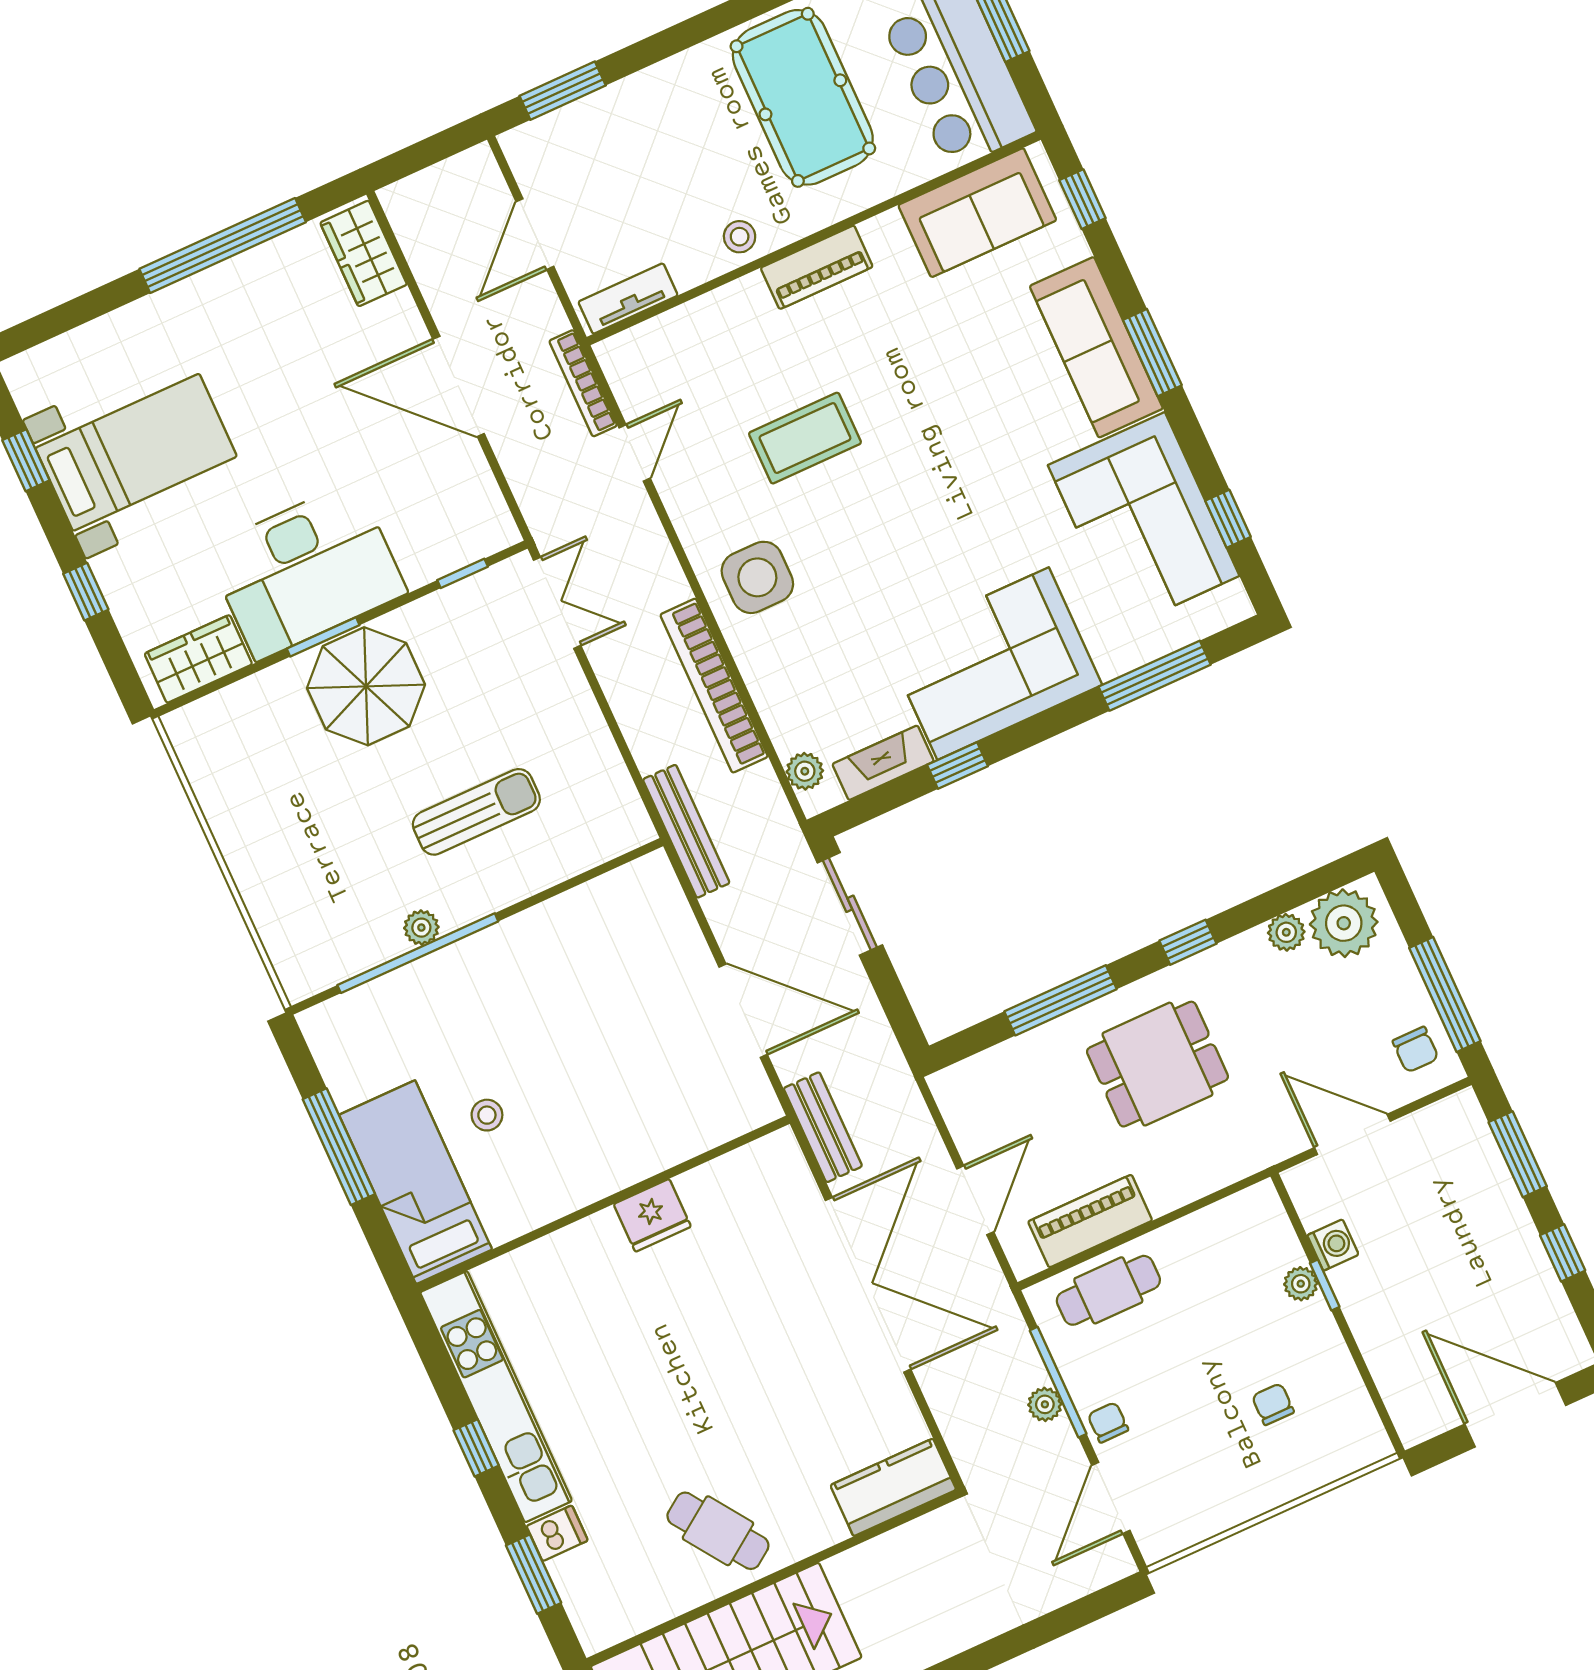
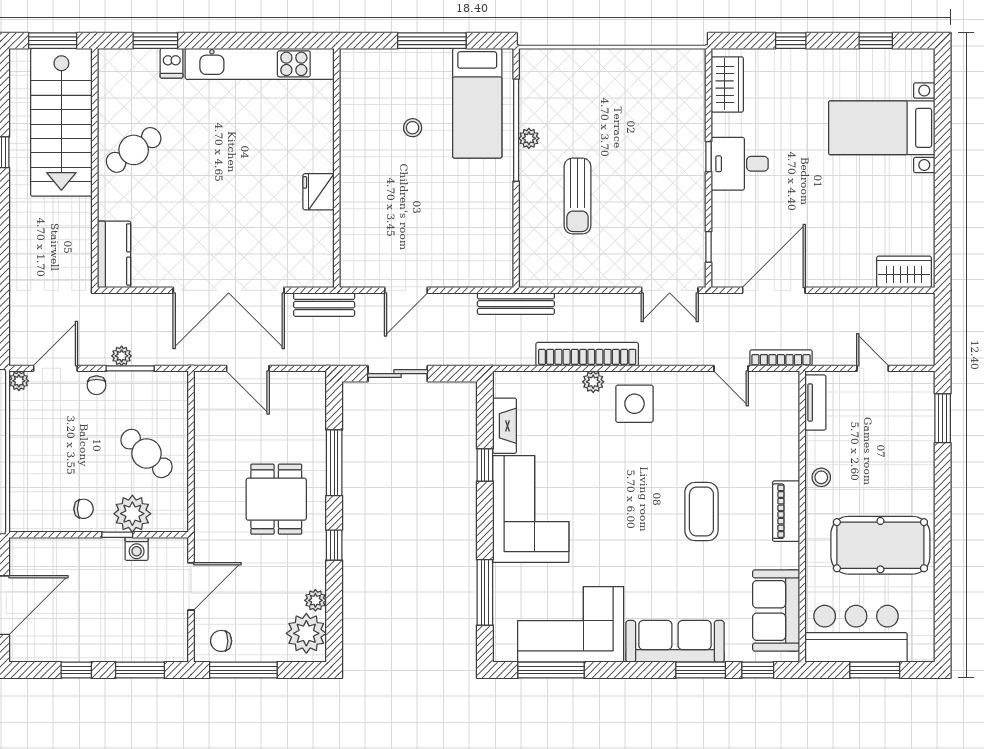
door: (535, 234) -> (873, 368), width x0.73
window: (223, 246) -> (943, 198), removed
window: (1152, 353) -> (701, 670), moved
door: (459, 386) -> (774, 290), moved
coffee table: (805, 438) -> (701, 512), moved
bed with nightstands: (136, 452) -> (882, 128), moved, turned 90
window: (1228, 519) -> (551, 670), width x2.17
desk: (306, 571) -> (740, 164), width x0.53, depth x0.77
window: (323, 637) -> (709, 157), width x0.67
parasol: (366, 686) -> (672, 168), removed
plant: (805, 771) -> (593, 382), moved
sliding door: (850, 904) -> (398, 374), moved
door: (743, 1011) -> (406, 290), width x0.73
bed: (416, 1182) -> (477, 103), moved, turned 90
piano: (1090, 1221) -> (209, 425), removed
plant: (1301, 1284) -> (132, 514), width x1.88, depth x1.88
cafe table: (1108, 1290) -> (146, 453), moved, turned -48
window: (1058, 1382) -> (130, 368), width x0.69
chair: (1273, 1404) -> (84, 509), moved
chair: (1108, 1422) -> (96, 385), turned 90
window: (476, 1448) -> (237, 41), removed
door: (1111, 1498) -> (55, 368), hinge flipped
plant: (1156, 1546) -> (19, 381), added

